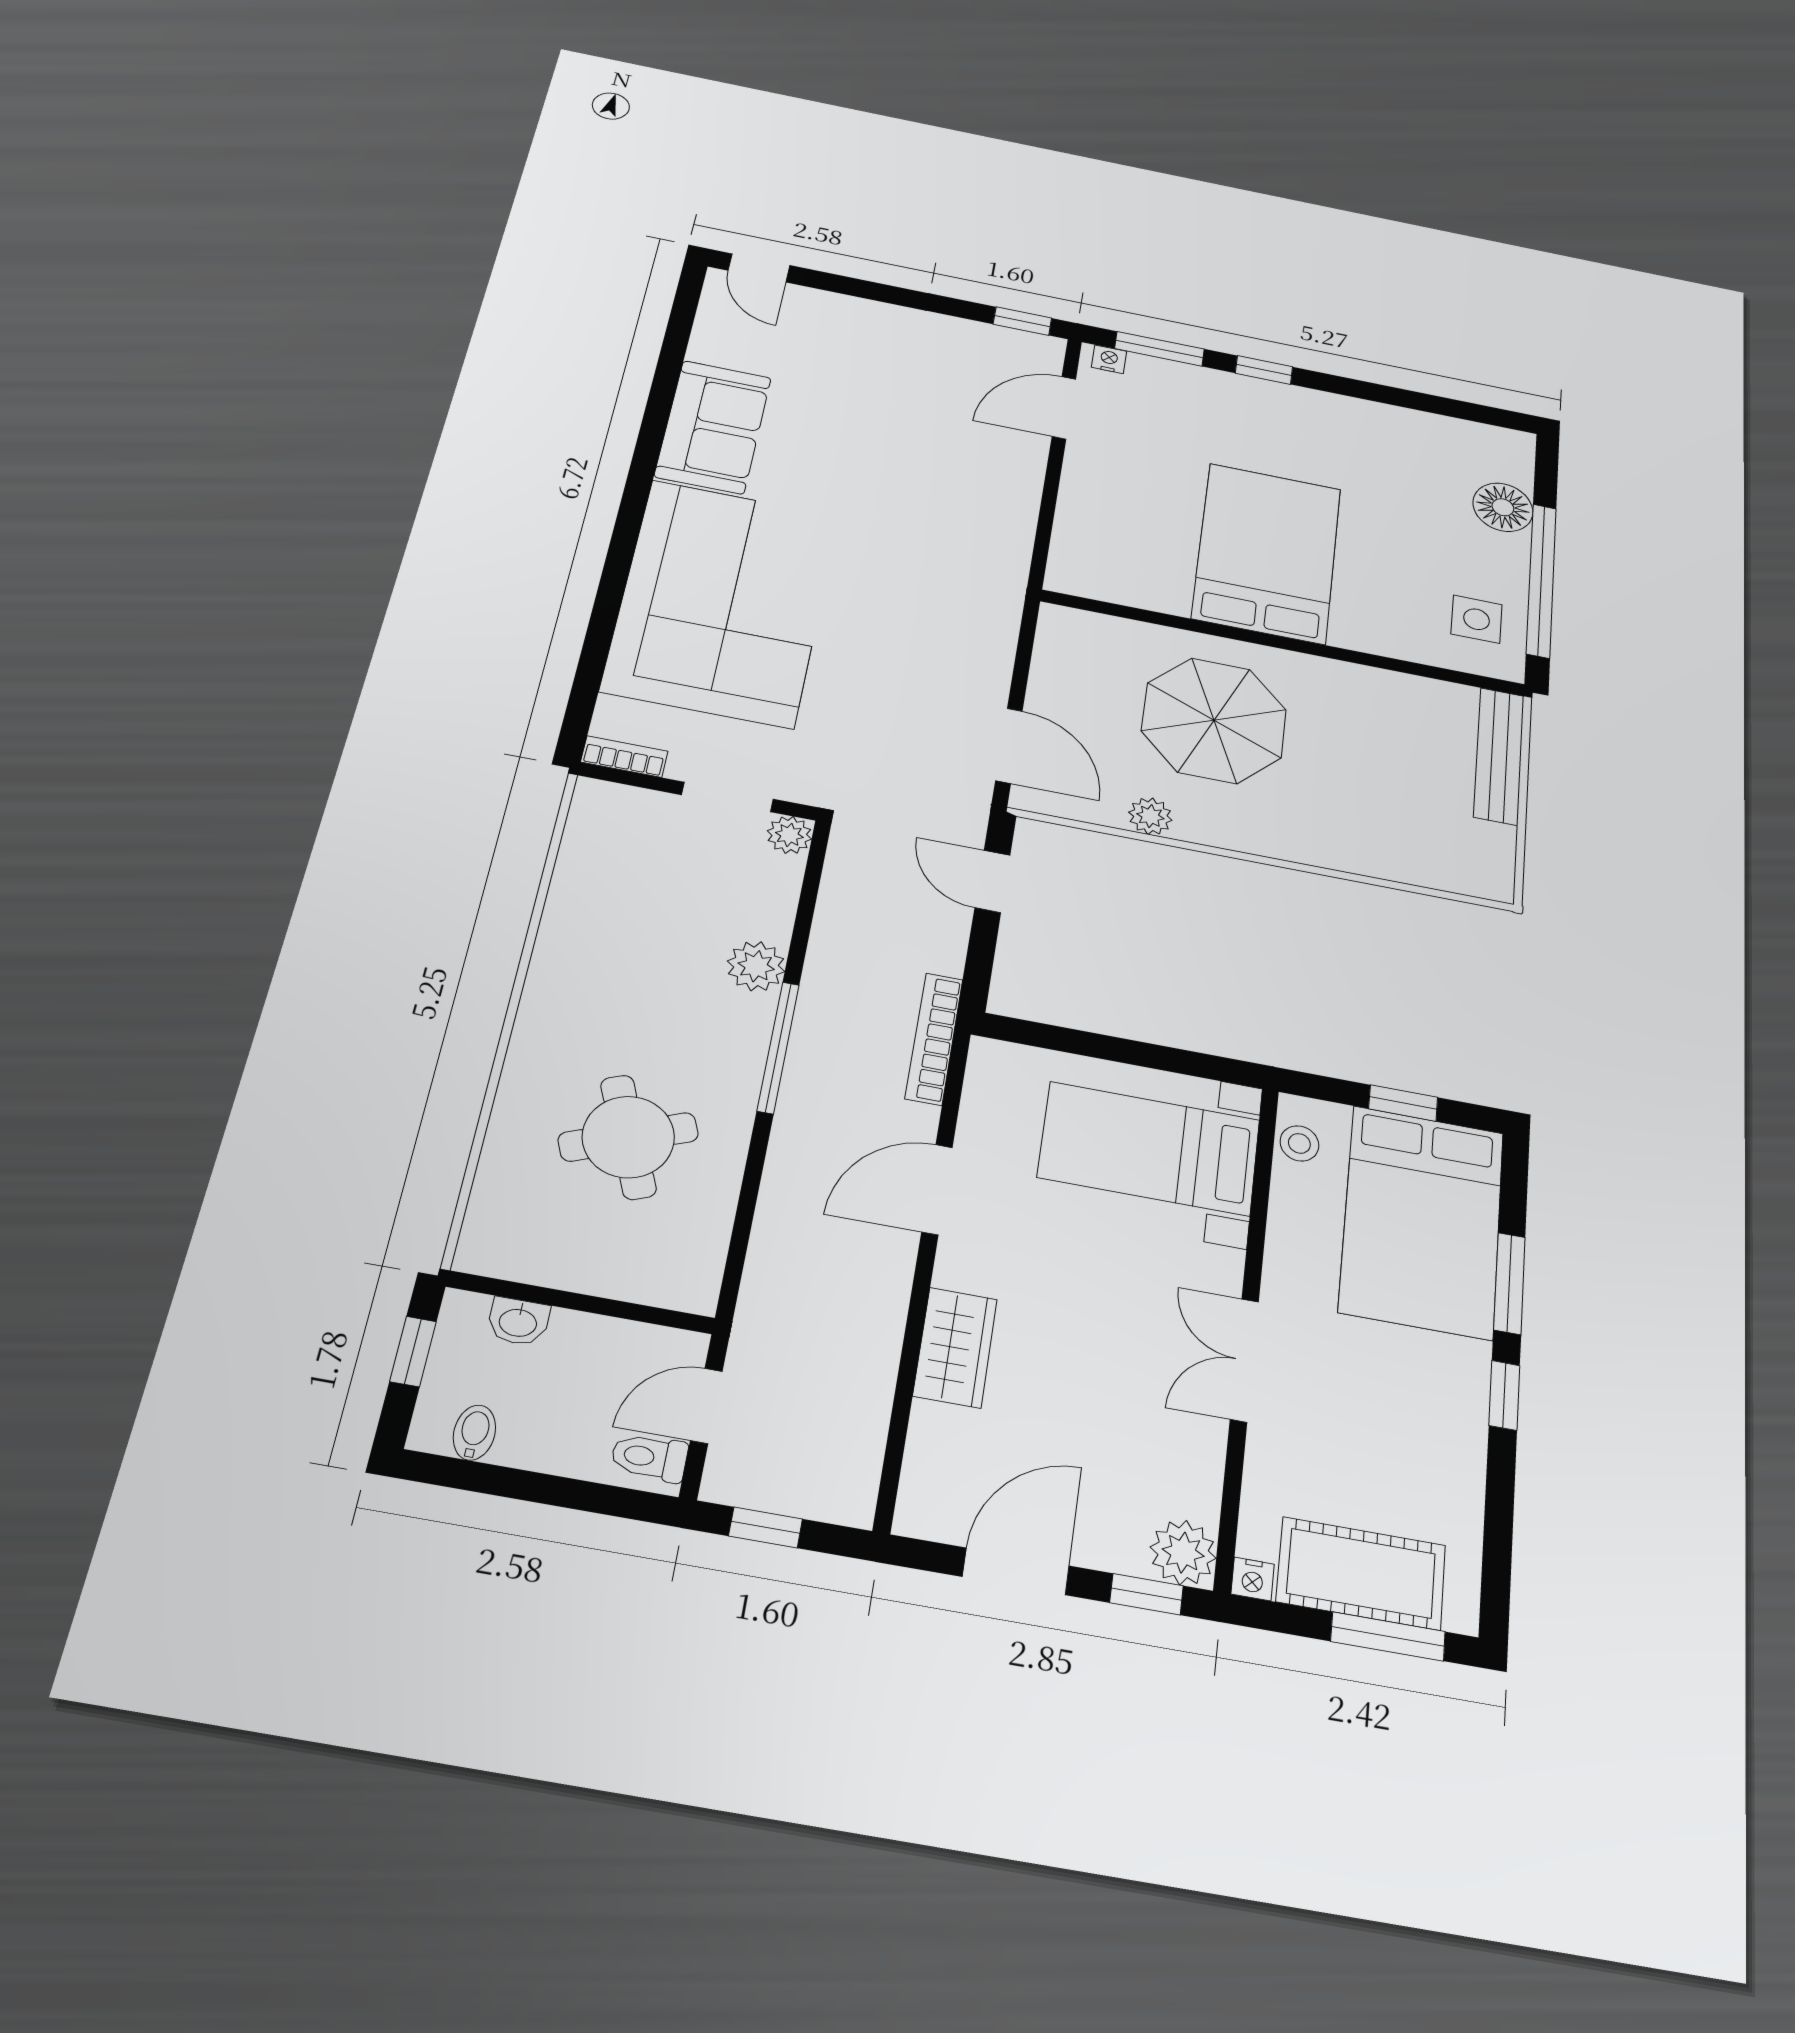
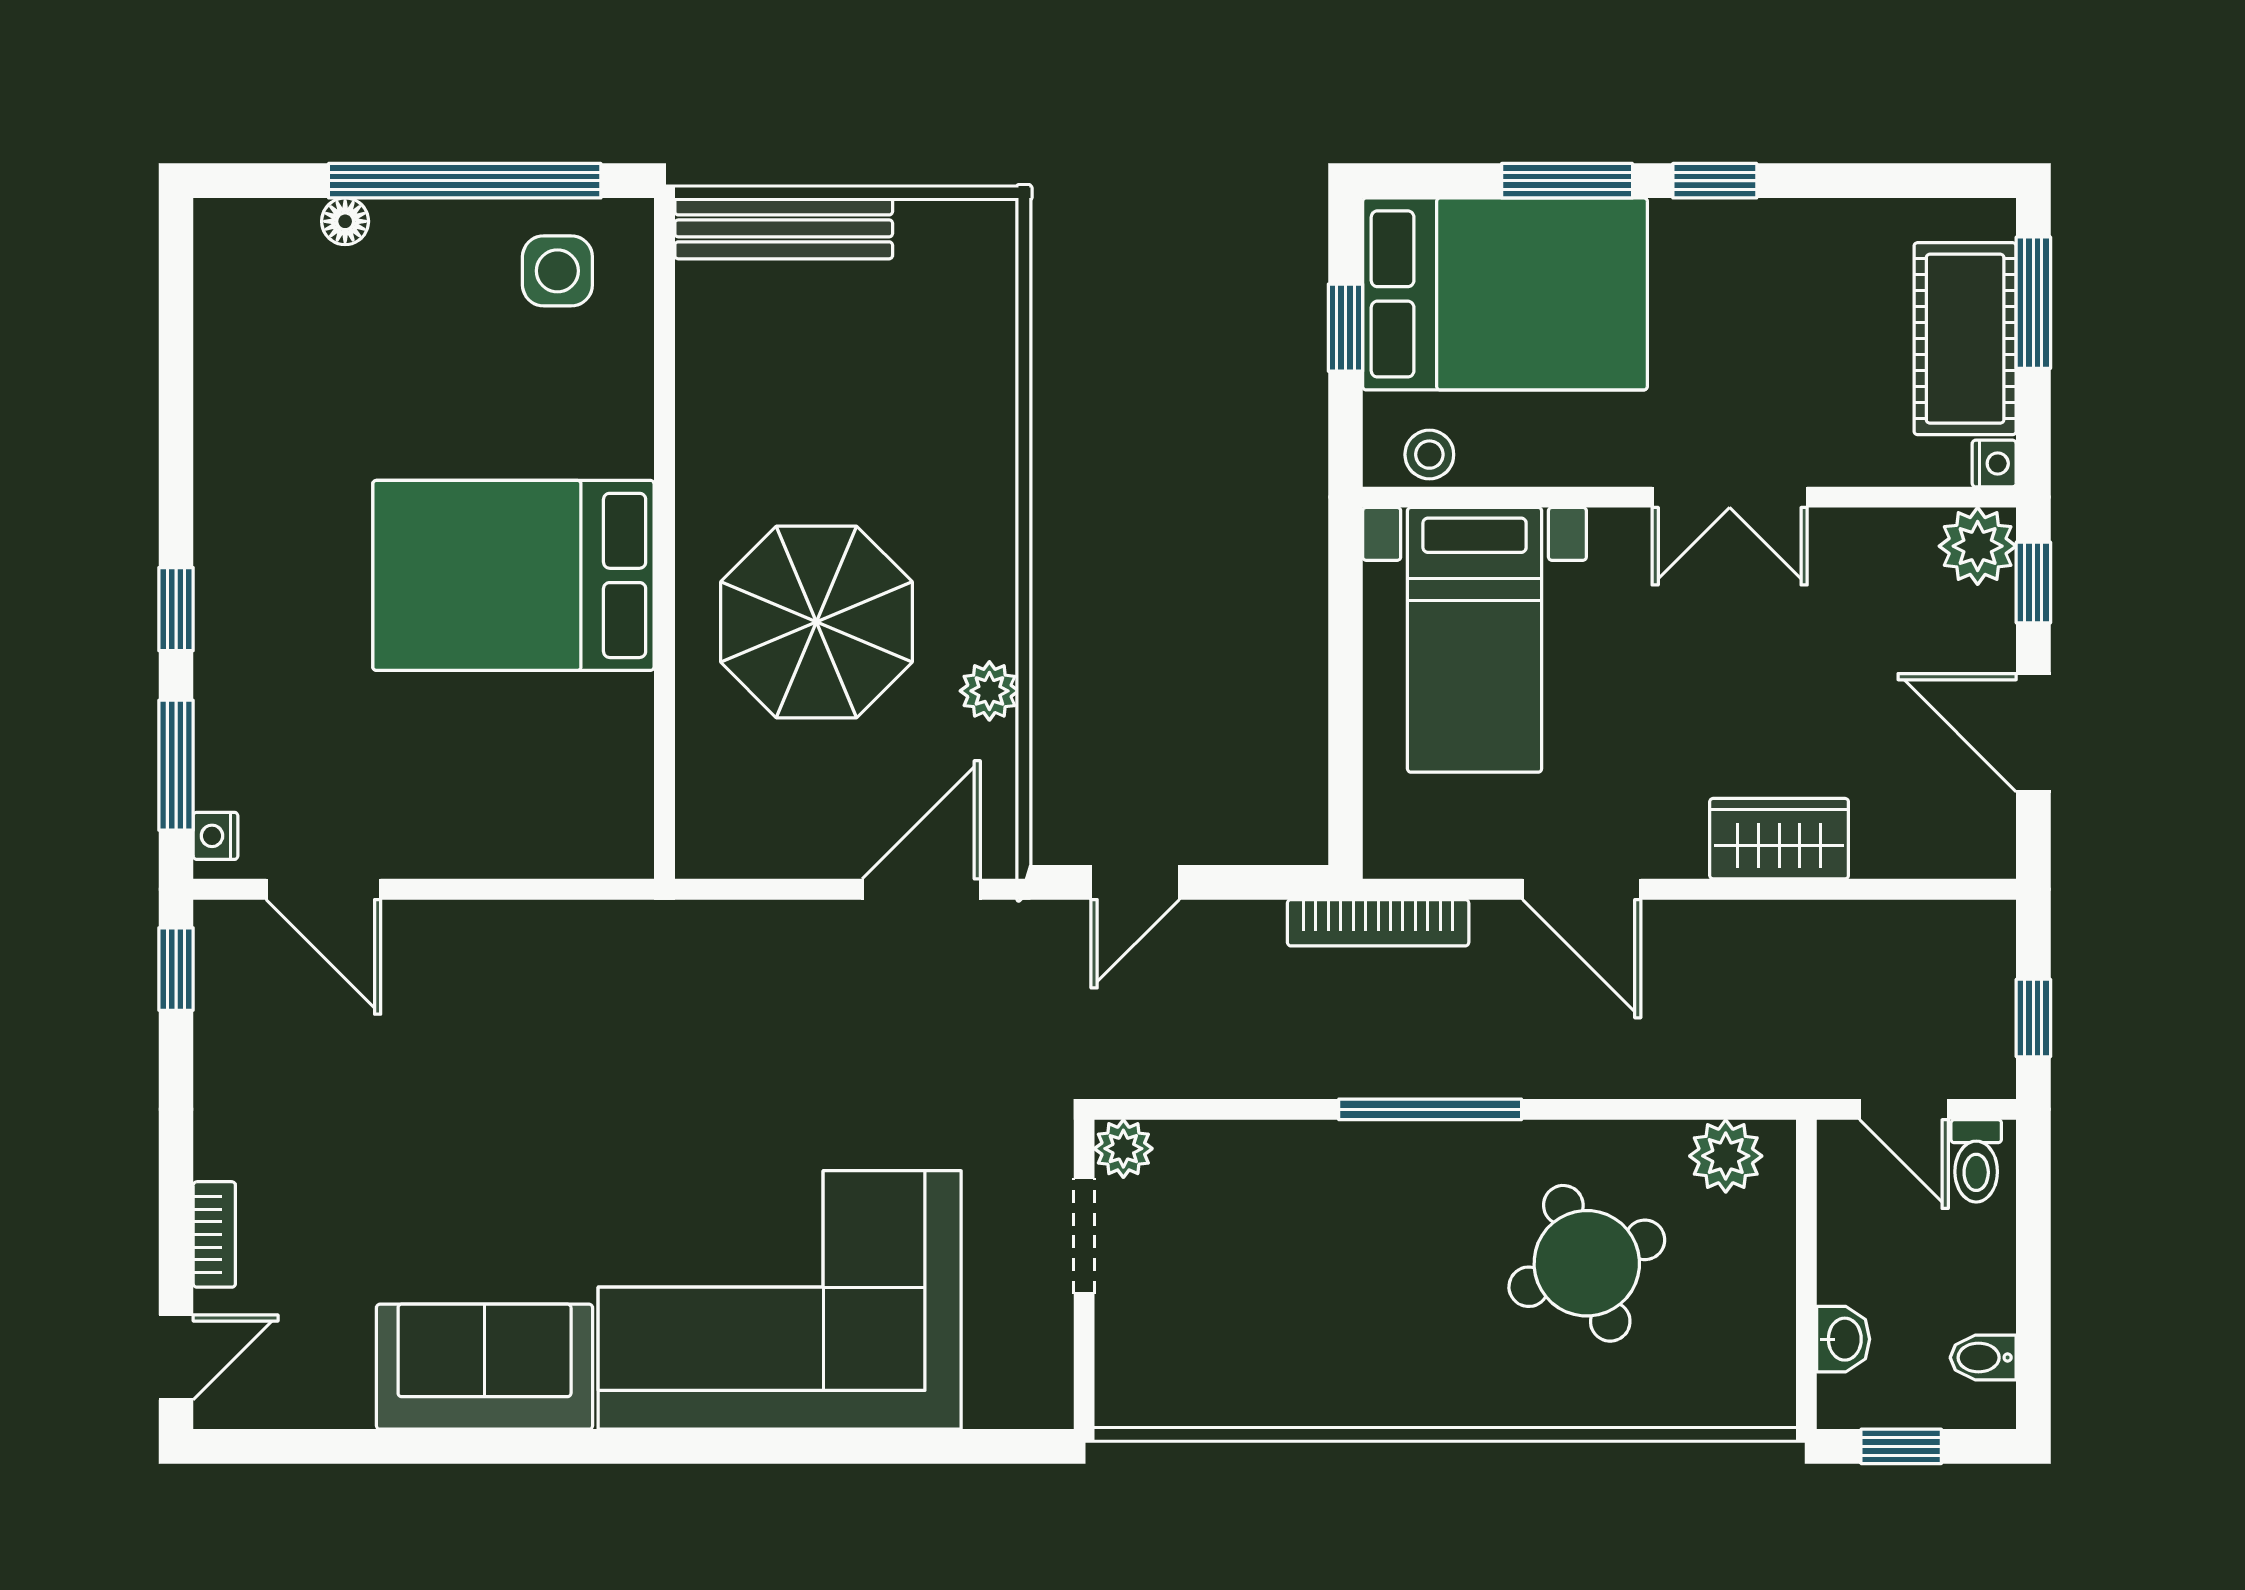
floor lamp: (1503, 507) -> (345, 221), width x0.53, depth x0.53
bookcase: (624, 757) -> (214, 1234), moved, turned 180
plant: (756, 966) -> (1726, 1156), moved

